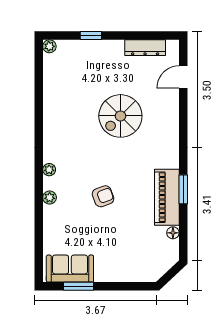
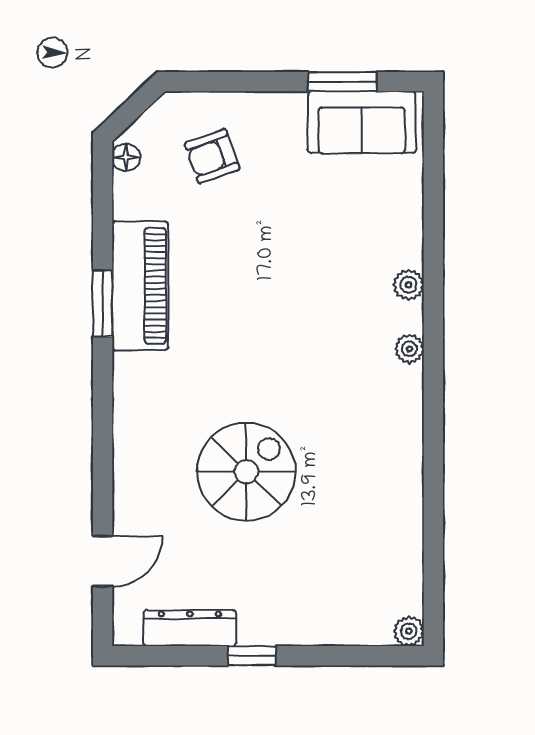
window: (91, 36) -> (252, 656), moved
armchair: (103, 196) -> (212, 156), moved
floor lamp: (173, 233) -> (126, 157), moved

